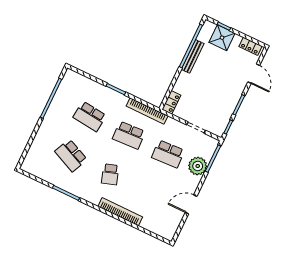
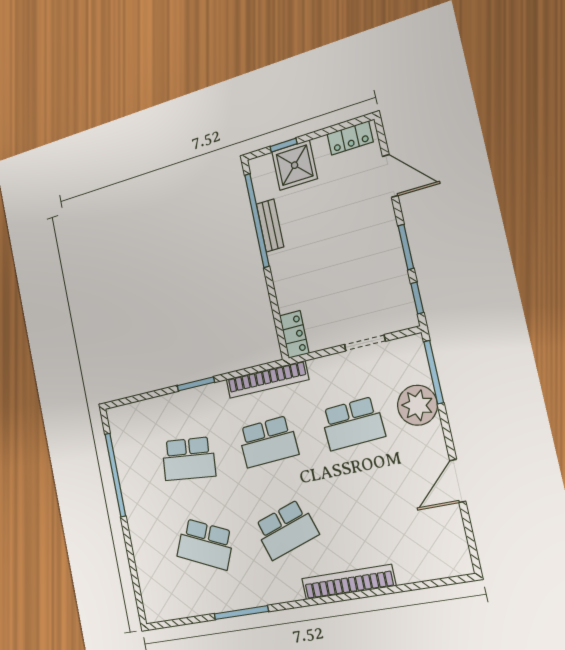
bench: (193, 56) -> (270, 225), width x0.73
school desk: (110, 174) -> (286, 530), width x1.85

